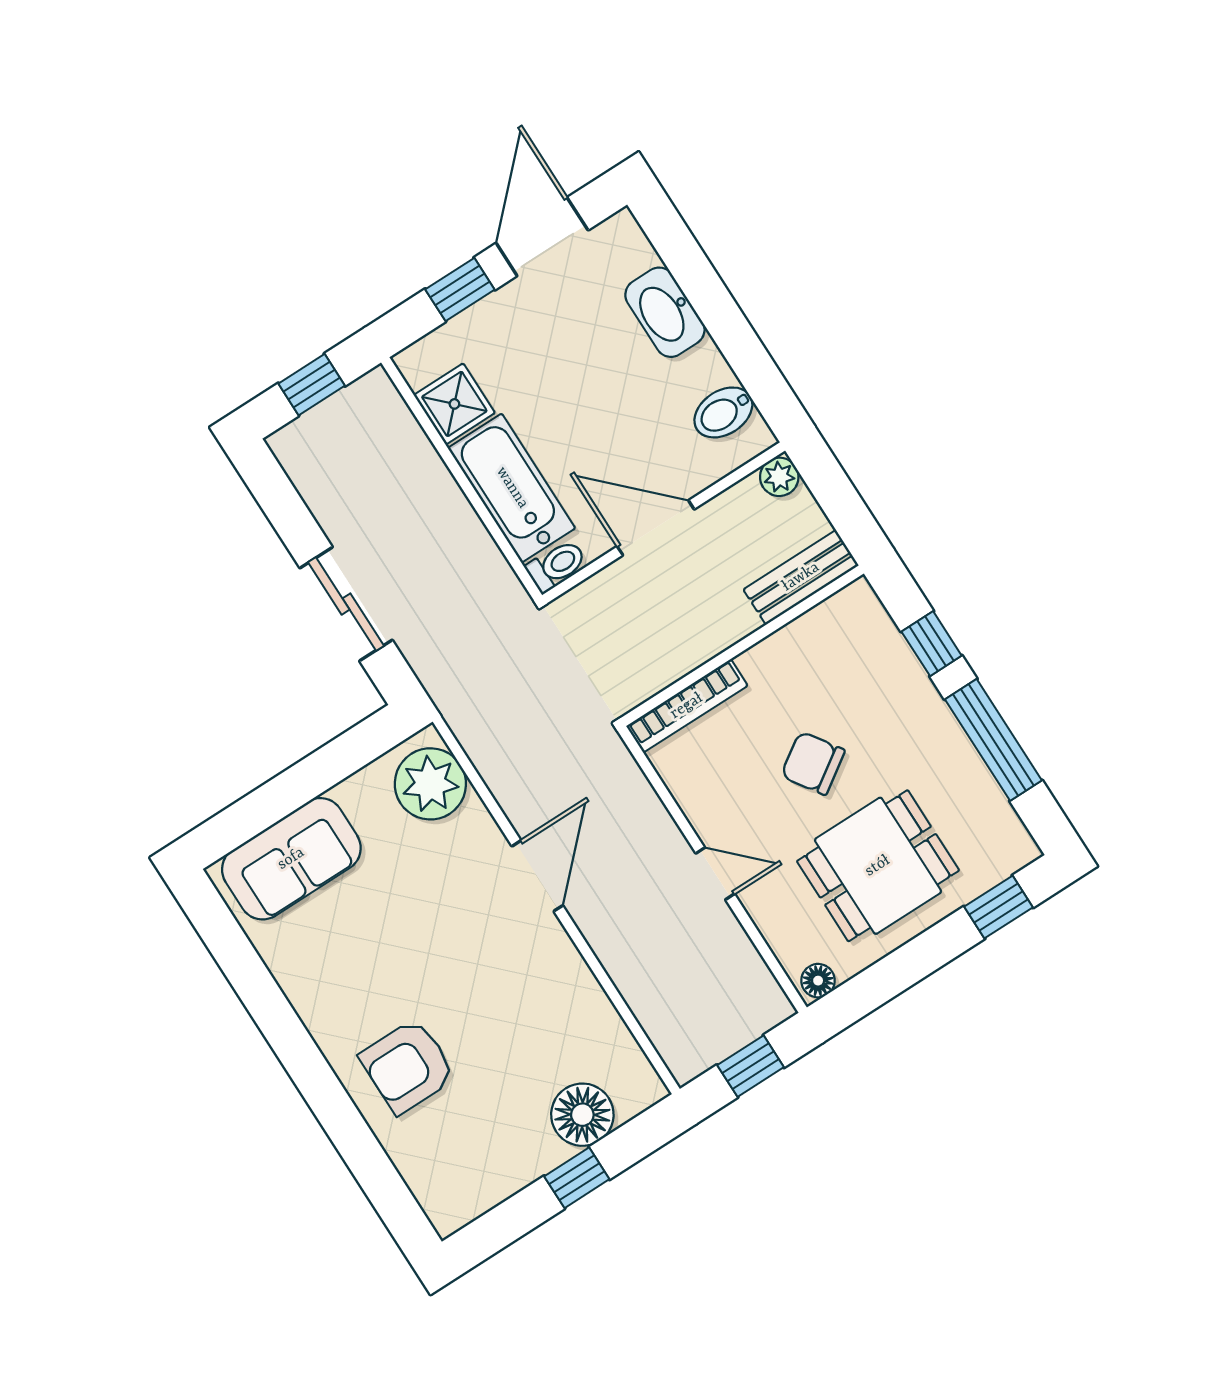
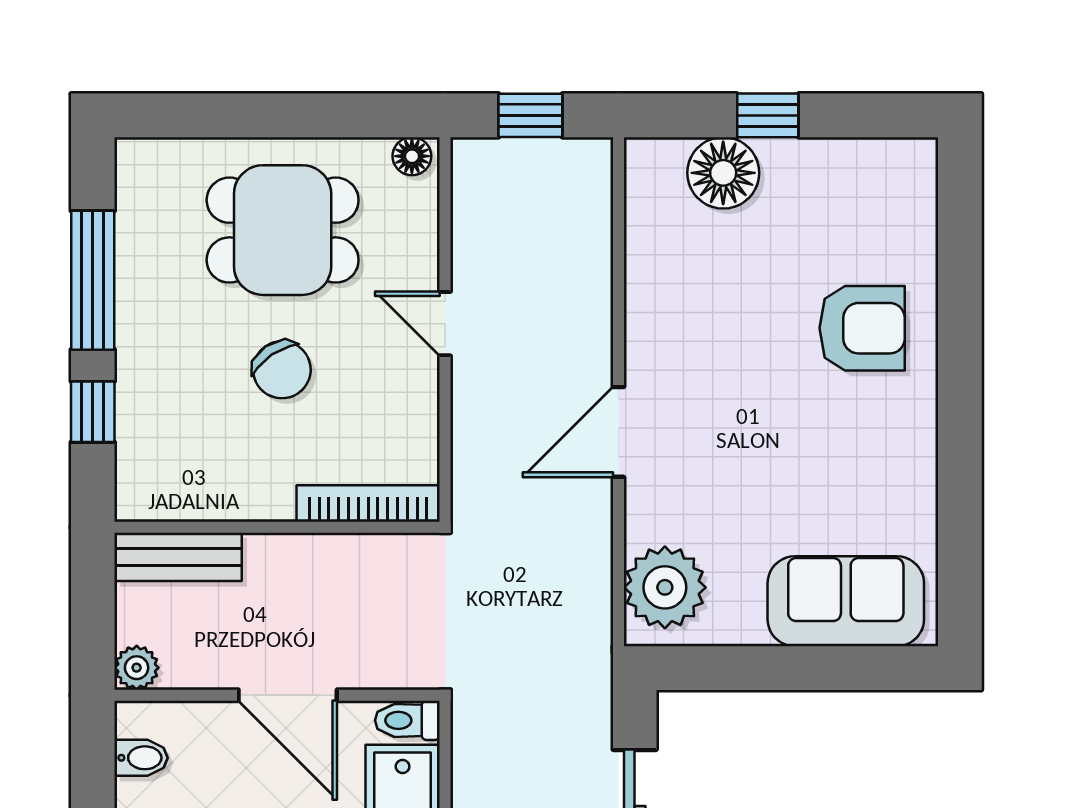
bidet: (723, 412) -> (141, 758), width x0.72, depth x0.74
window: (998, 907) -> (192, 115), removed

